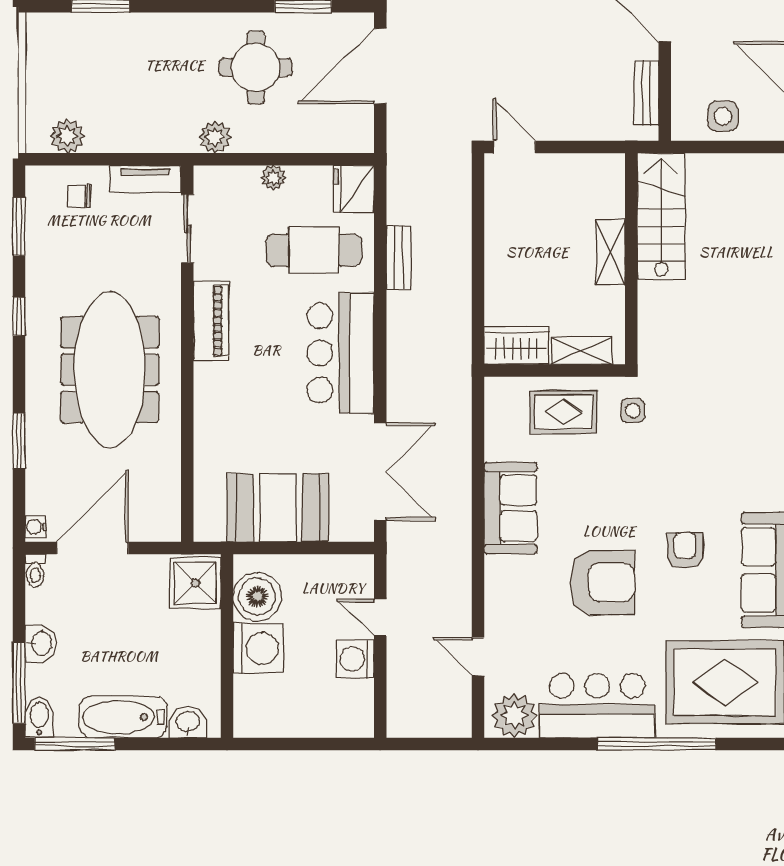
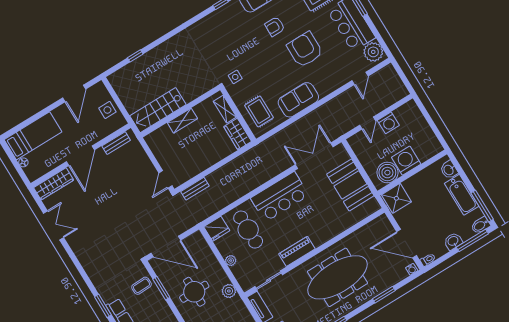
bench: (398, 258) -> (195, 189), moved
rug: (564, 412) -> (259, 111), moved

